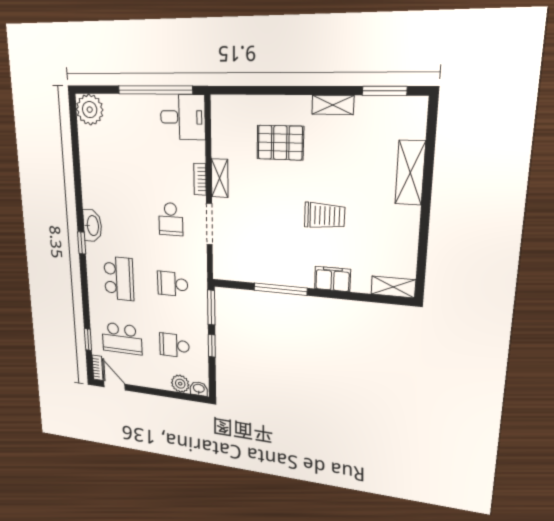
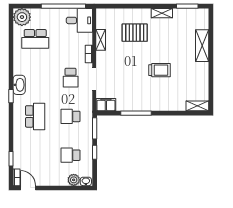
shelving: (220, 178) -> (101, 40), moved
filing cabinet: (333, 279) -> (106, 105), moved
school desk: (122, 339) -> (35, 39), moved

